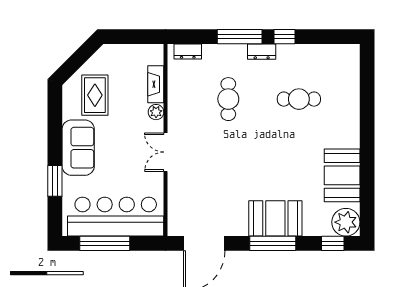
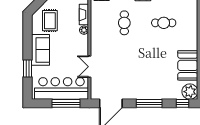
double door: (166, 152) -> (89, 67), moved
booth: (275, 218) -> (151, 89), removed
window: (105, 243) -> (66, 103), moved

